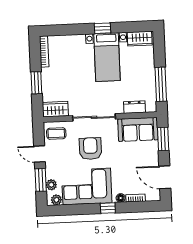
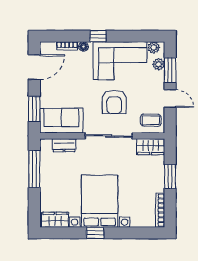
bed with nightstands: (107, 57) -> (100, 201), width x1.36
door: (165, 177) -> (34, 67), hinge flipped

